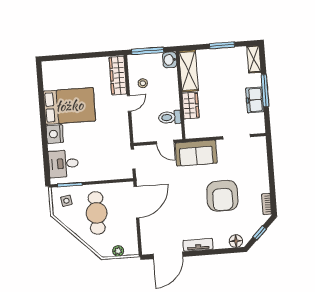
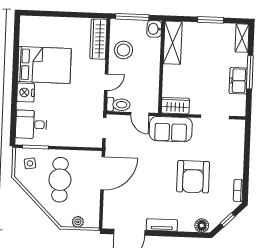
stool: (143, 83) -> (123, 50), width x1.89, depth x1.89
door: (129, 103) -> (106, 82), moved
wardrobe: (191, 106) -> (175, 106), moved, turned -90
toilet: (170, 117) -> (118, 105), moved, turned 180

